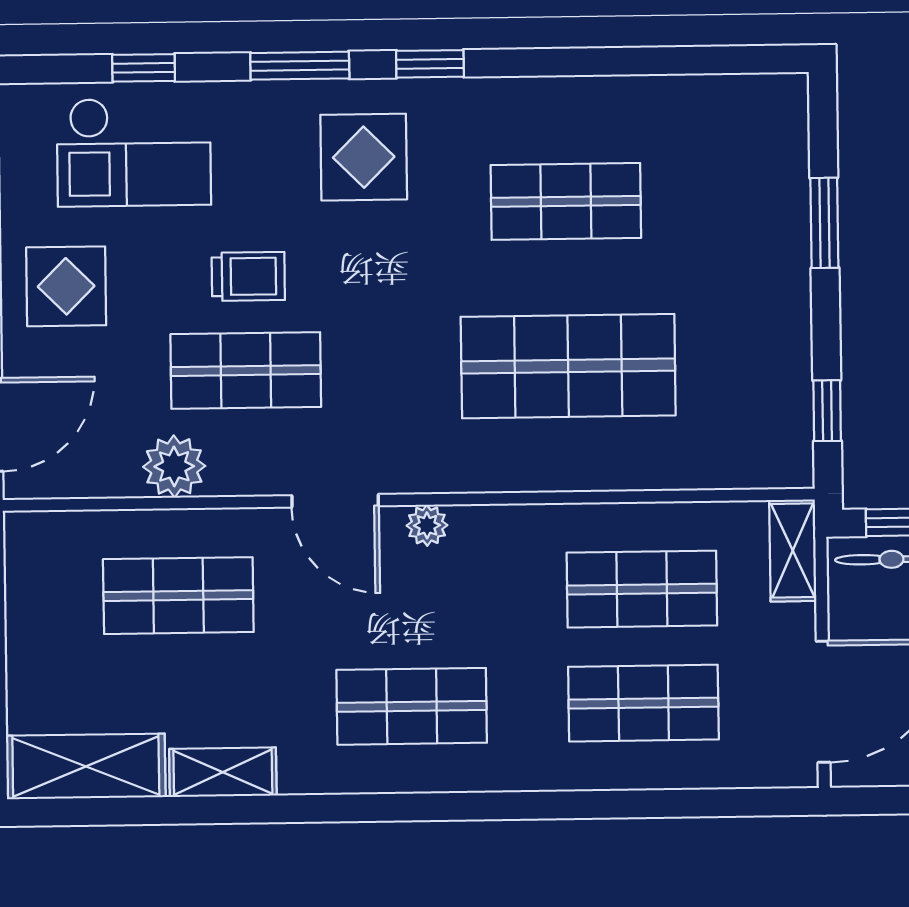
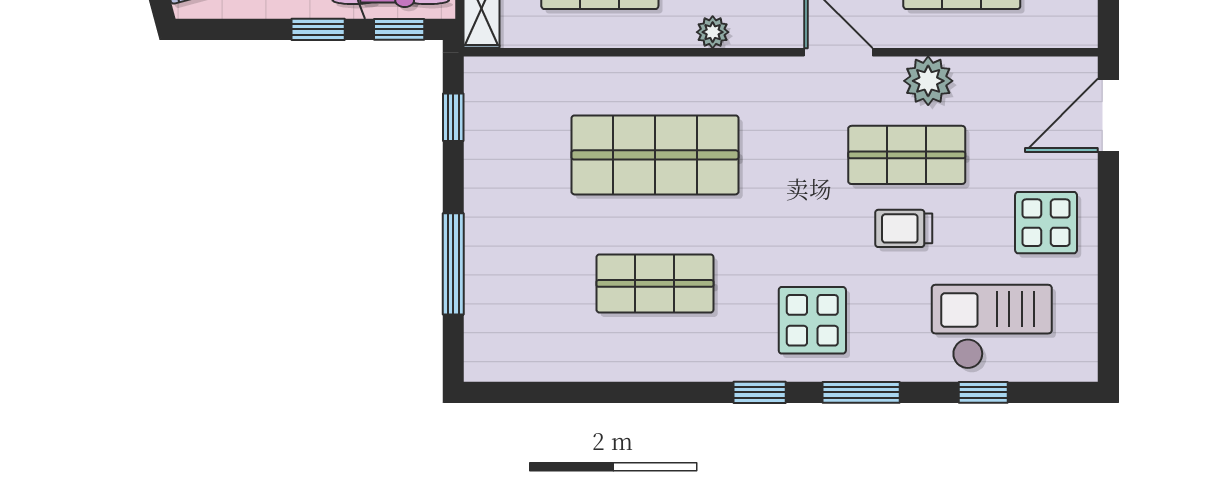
window: (824, 223) -> (453, 264), width x1.44
plant: (174, 466) -> (928, 81), moved
plant: (427, 525) -> (713, 32), moved

